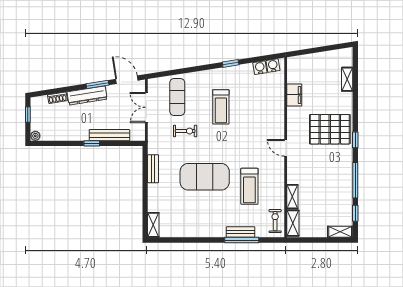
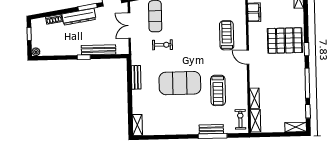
treadmill: (221, 107) -> (227, 35), moved, turned 180

